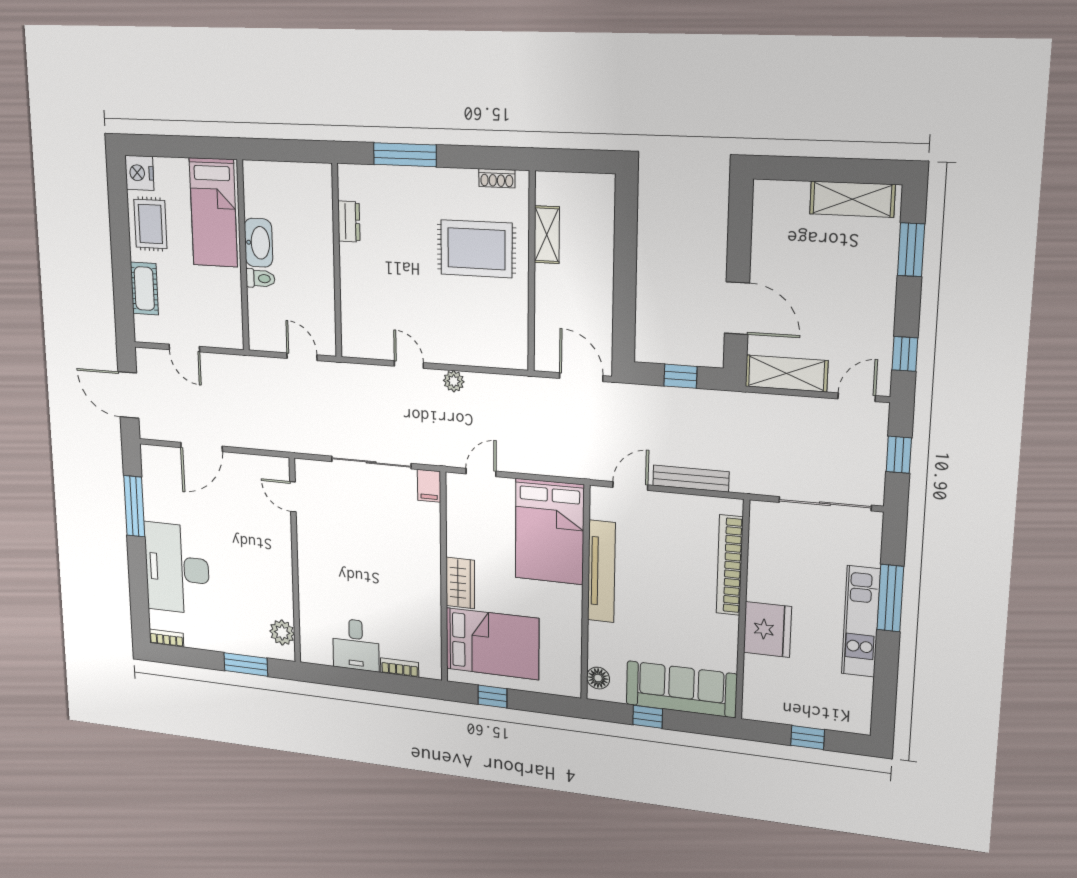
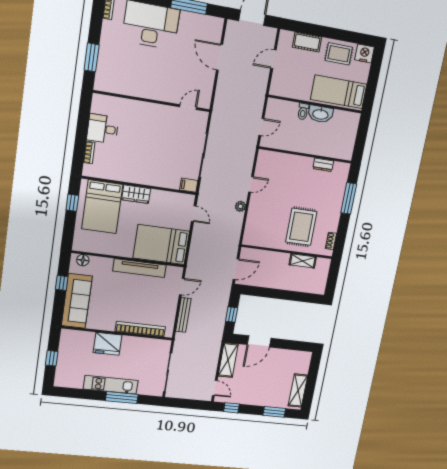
window: (899, 455) -> (188, 404), removed
door: (630, 486) -> (182, 287), hinge flipped
plant: (282, 632) -> (111, 85), removed

